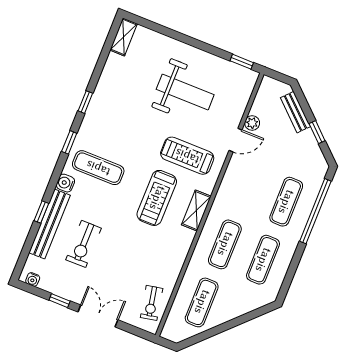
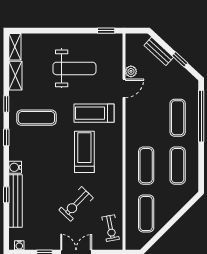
exercise mat: (98, 168) -> (36, 118), moved
treadmill: (157, 198) -> (84, 152), turned 180
shelving: (196, 211) -> (15, 76), moved
exercise bike: (84, 244) -> (76, 204), moved, turned 44

